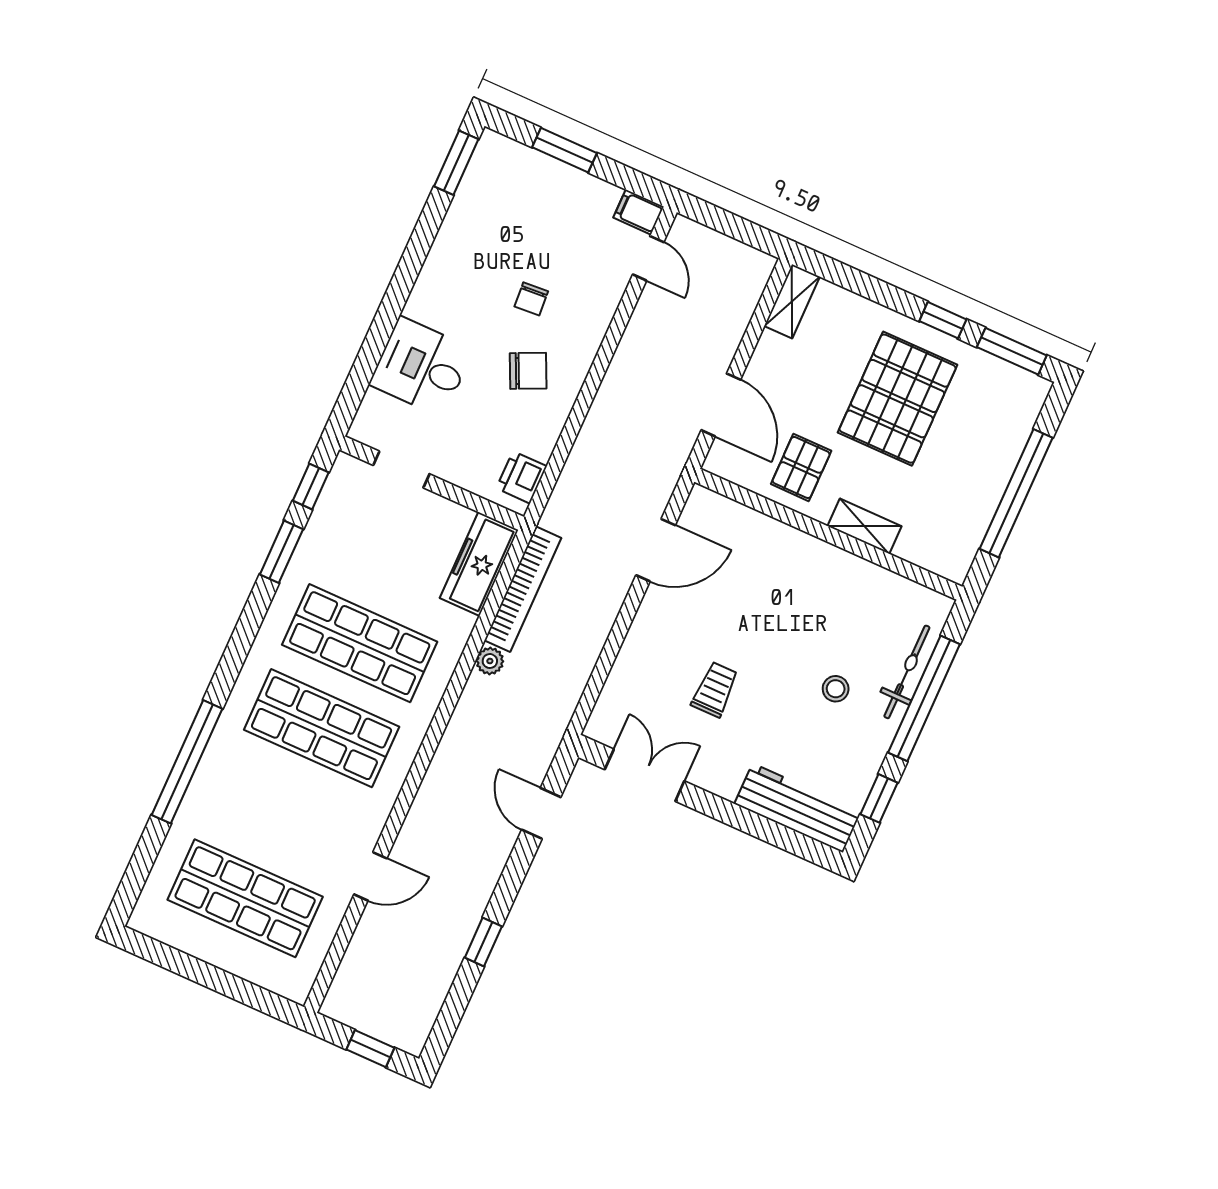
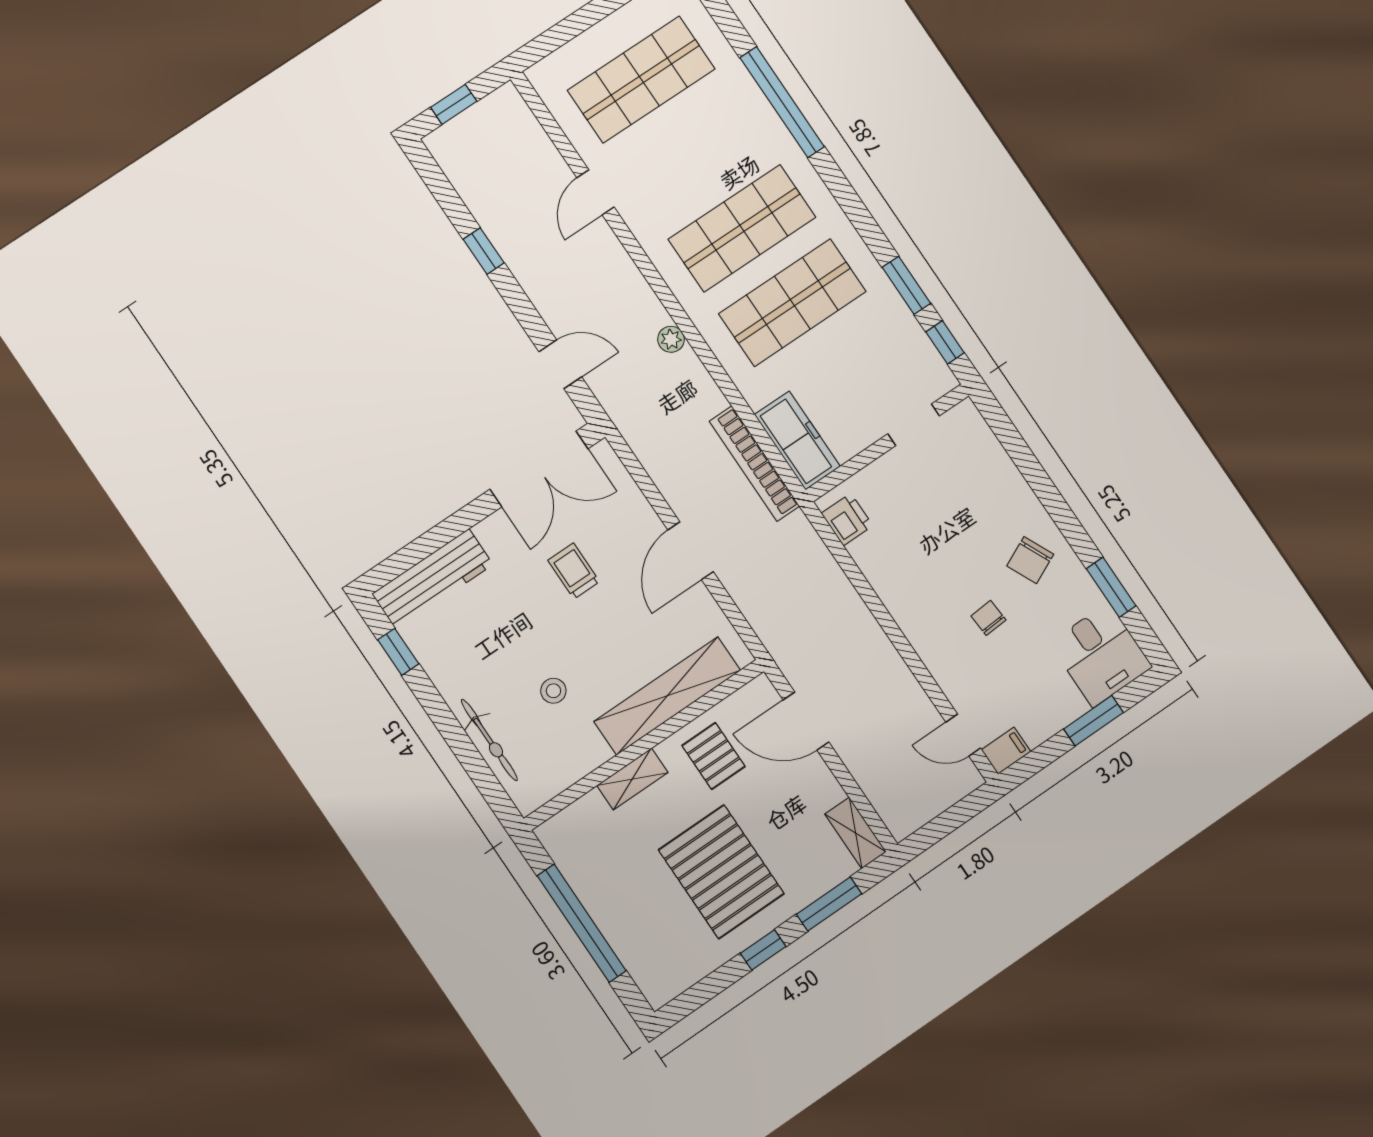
window: (456, 163) -> (1111, 587), moved
window: (1012, 351) -> (829, 904), moved
desk: (421, 367) -> (1101, 655), moved, turned 90
chair: (528, 371) -> (1030, 560), moved
shelving: (773, 540) -> (667, 696), added
door: (656, 550) -> (691, 551), moved
plant: (490, 661) -> (671, 339), moved
trolley: (715, 689) -> (574, 571), turned 180
stool: (836, 689) -> (553, 691), moved
window: (924, 698) -> (458, 741), removed
double door: (645, 775) -> (539, 469), width x1.37

